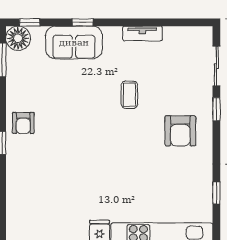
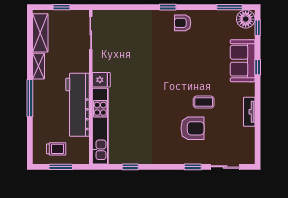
armchair: (180, 131) -> (192, 128), moved, turned 180

